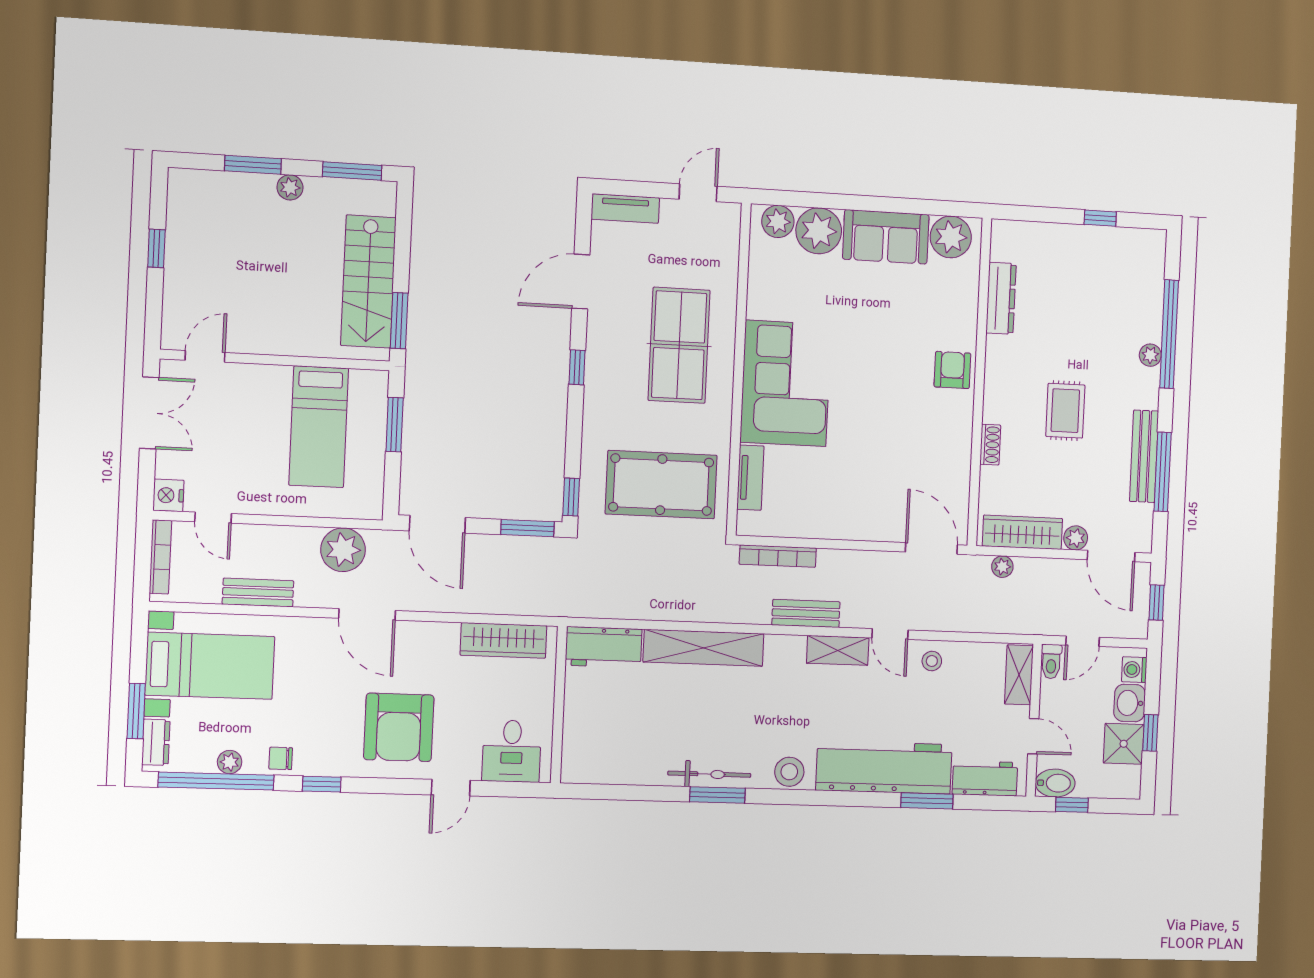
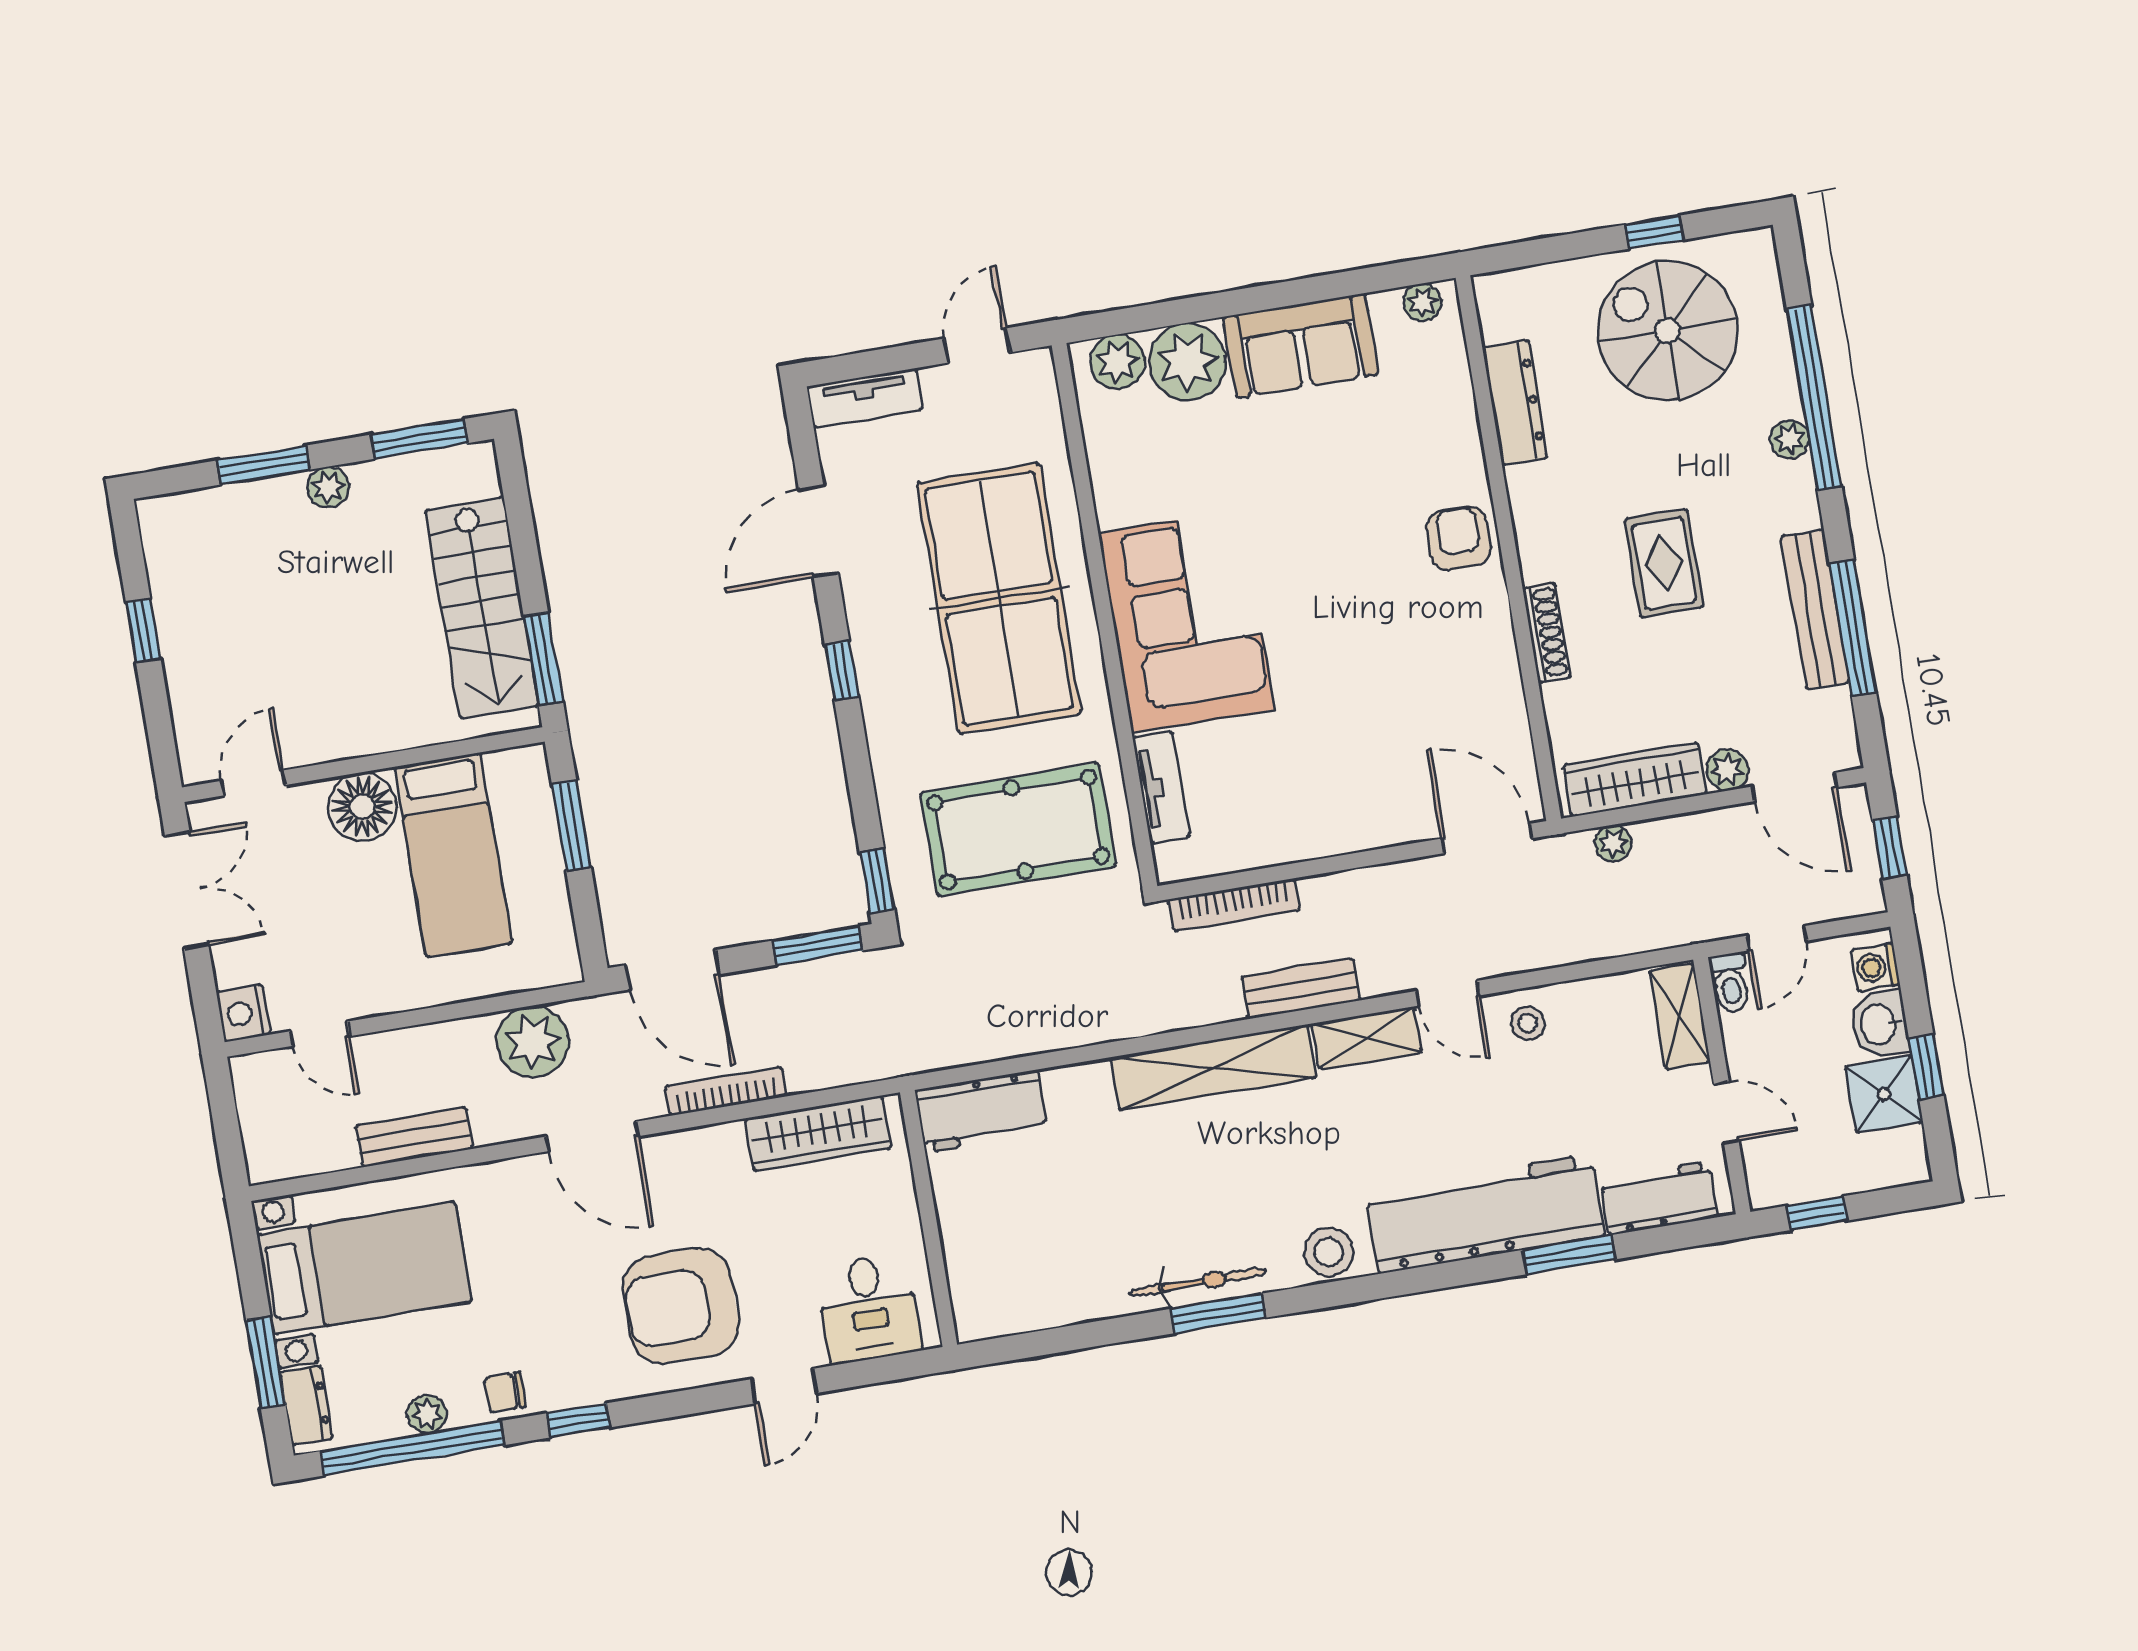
plant: (951, 237) -> (1422, 302), width x0.53, depth x0.53
spiral stairs: (1095, 277) -> (1667, 331), added
table tennis table: (679, 345) -> (999, 598), width x1.36, depth x1.32
floor lamp: (269, 386) -> (362, 807), added
shoe rack: (990, 445) -> (1547, 633), width x1.43
bookcase: (160, 557) -> (726, 1091), moved, turned -90
shelving: (704, 648) -> (1213, 1067), moved
armchair: (399, 727) -> (681, 1306), turned 90
bidet: (1055, 783) -> (1781, 1183), removed

